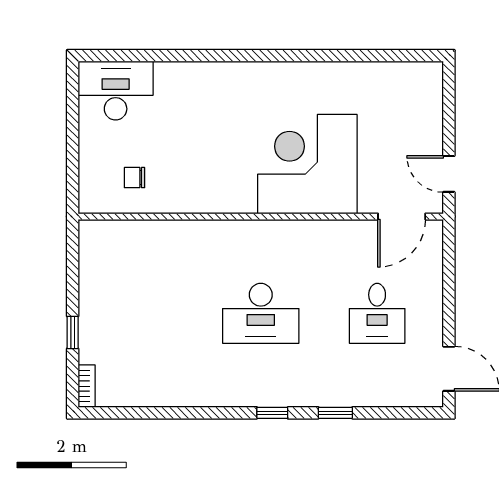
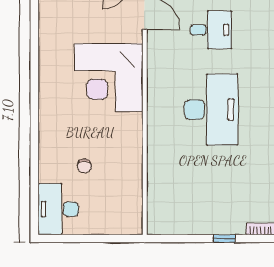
chair: (134, 178) -> (84, 166), moved
desk: (261, 313) -> (211, 110), width x1.36, depth x1.30

